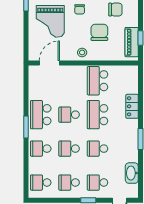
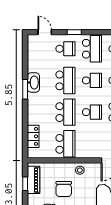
locker: (132, 106) -> (33, 136), moved
school desk: (98, 149) -> (65, 80), width x1.85
washbasin: (132, 173) -> (33, 83), moved
school desk: (69, 183) -> (92, 49), width x1.85

